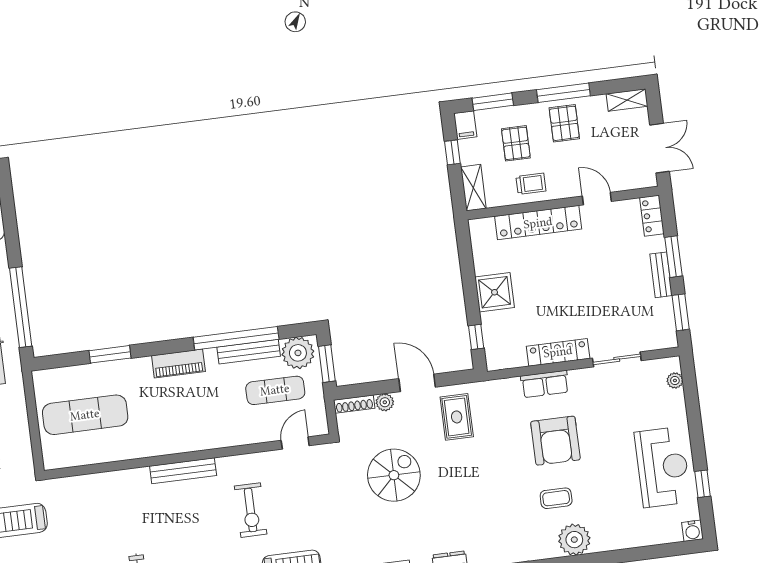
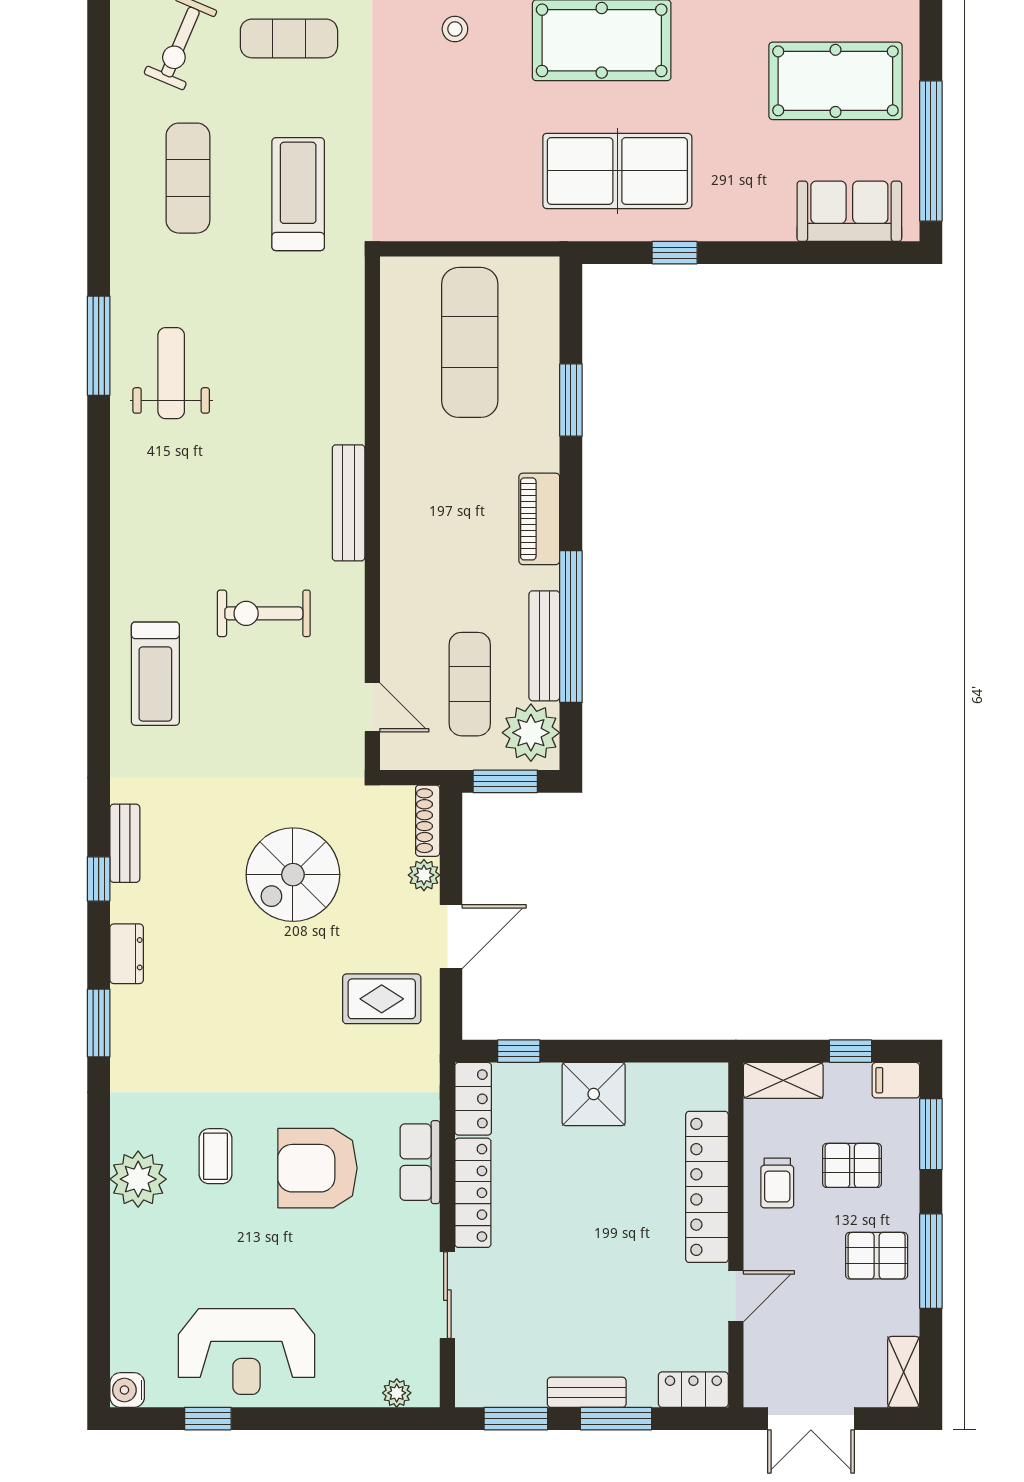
window: (21, 307) -> (675, 253), width x0.32
locker: (506, 359) -> (473, 1099), added
spiral stairs: (394, 475) -> (293, 875), turned 90

